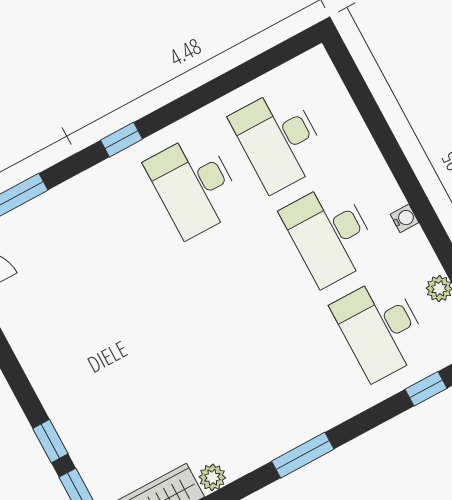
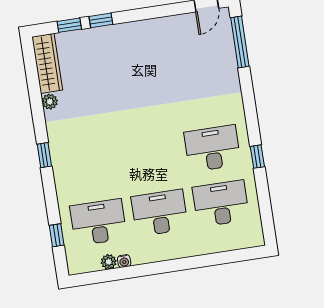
window: (121, 140) -> (257, 157), moved
water cooler: (404, 218) -> (124, 261), moved
window: (303, 455) -> (44, 155), width x0.67

